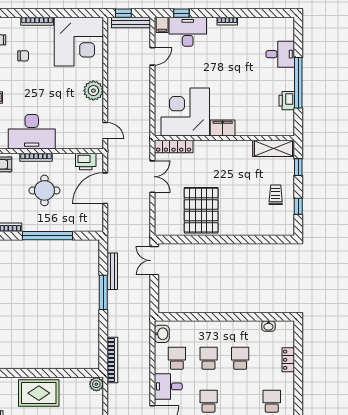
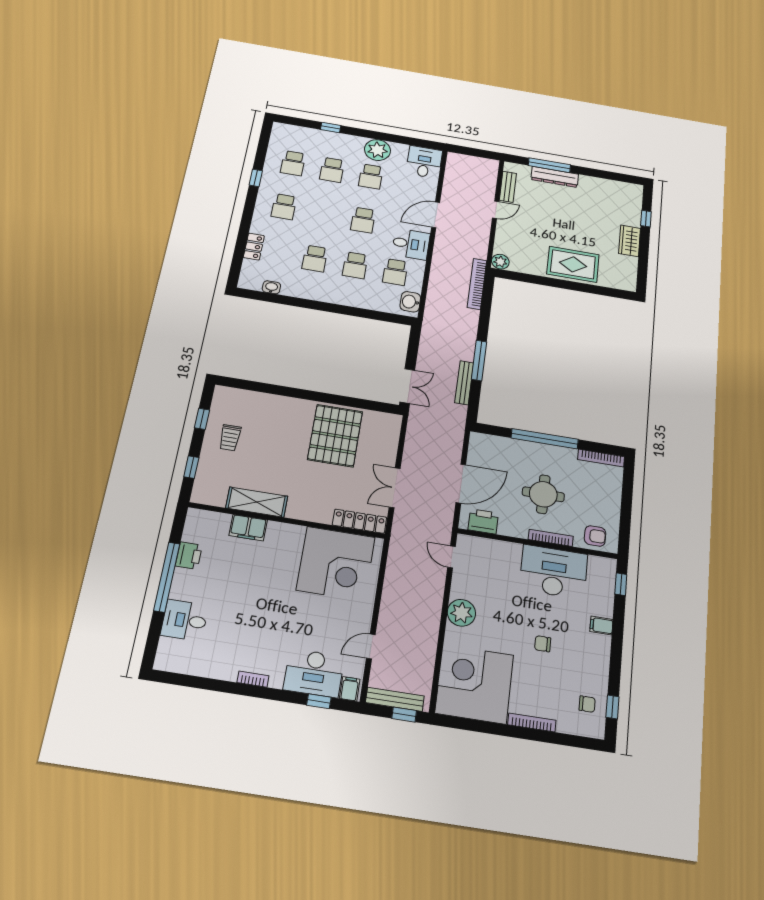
chair: (23, 56) -> (543, 644), moved
filing cabinet: (223, 128) -> (248, 528), moved
shelving: (274, 148) -> (257, 502), moved

